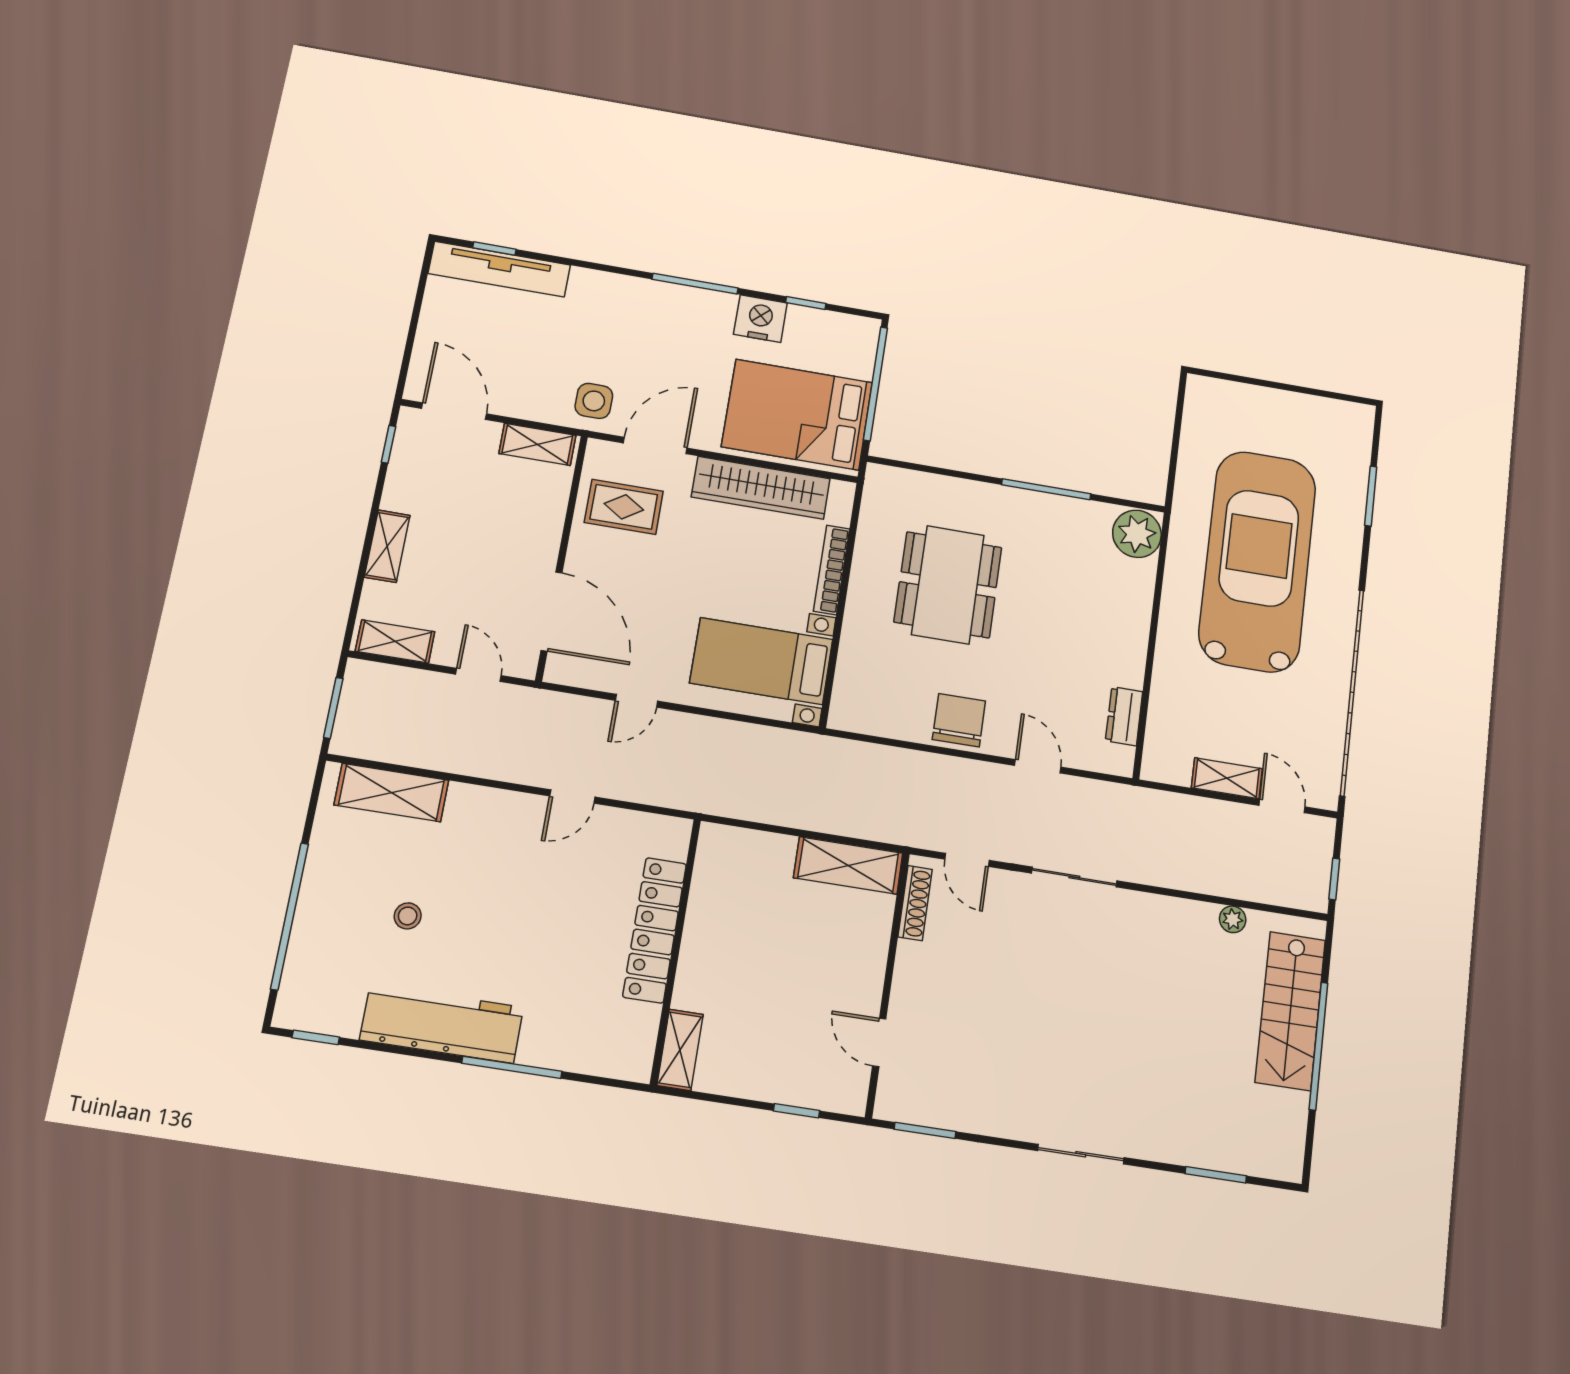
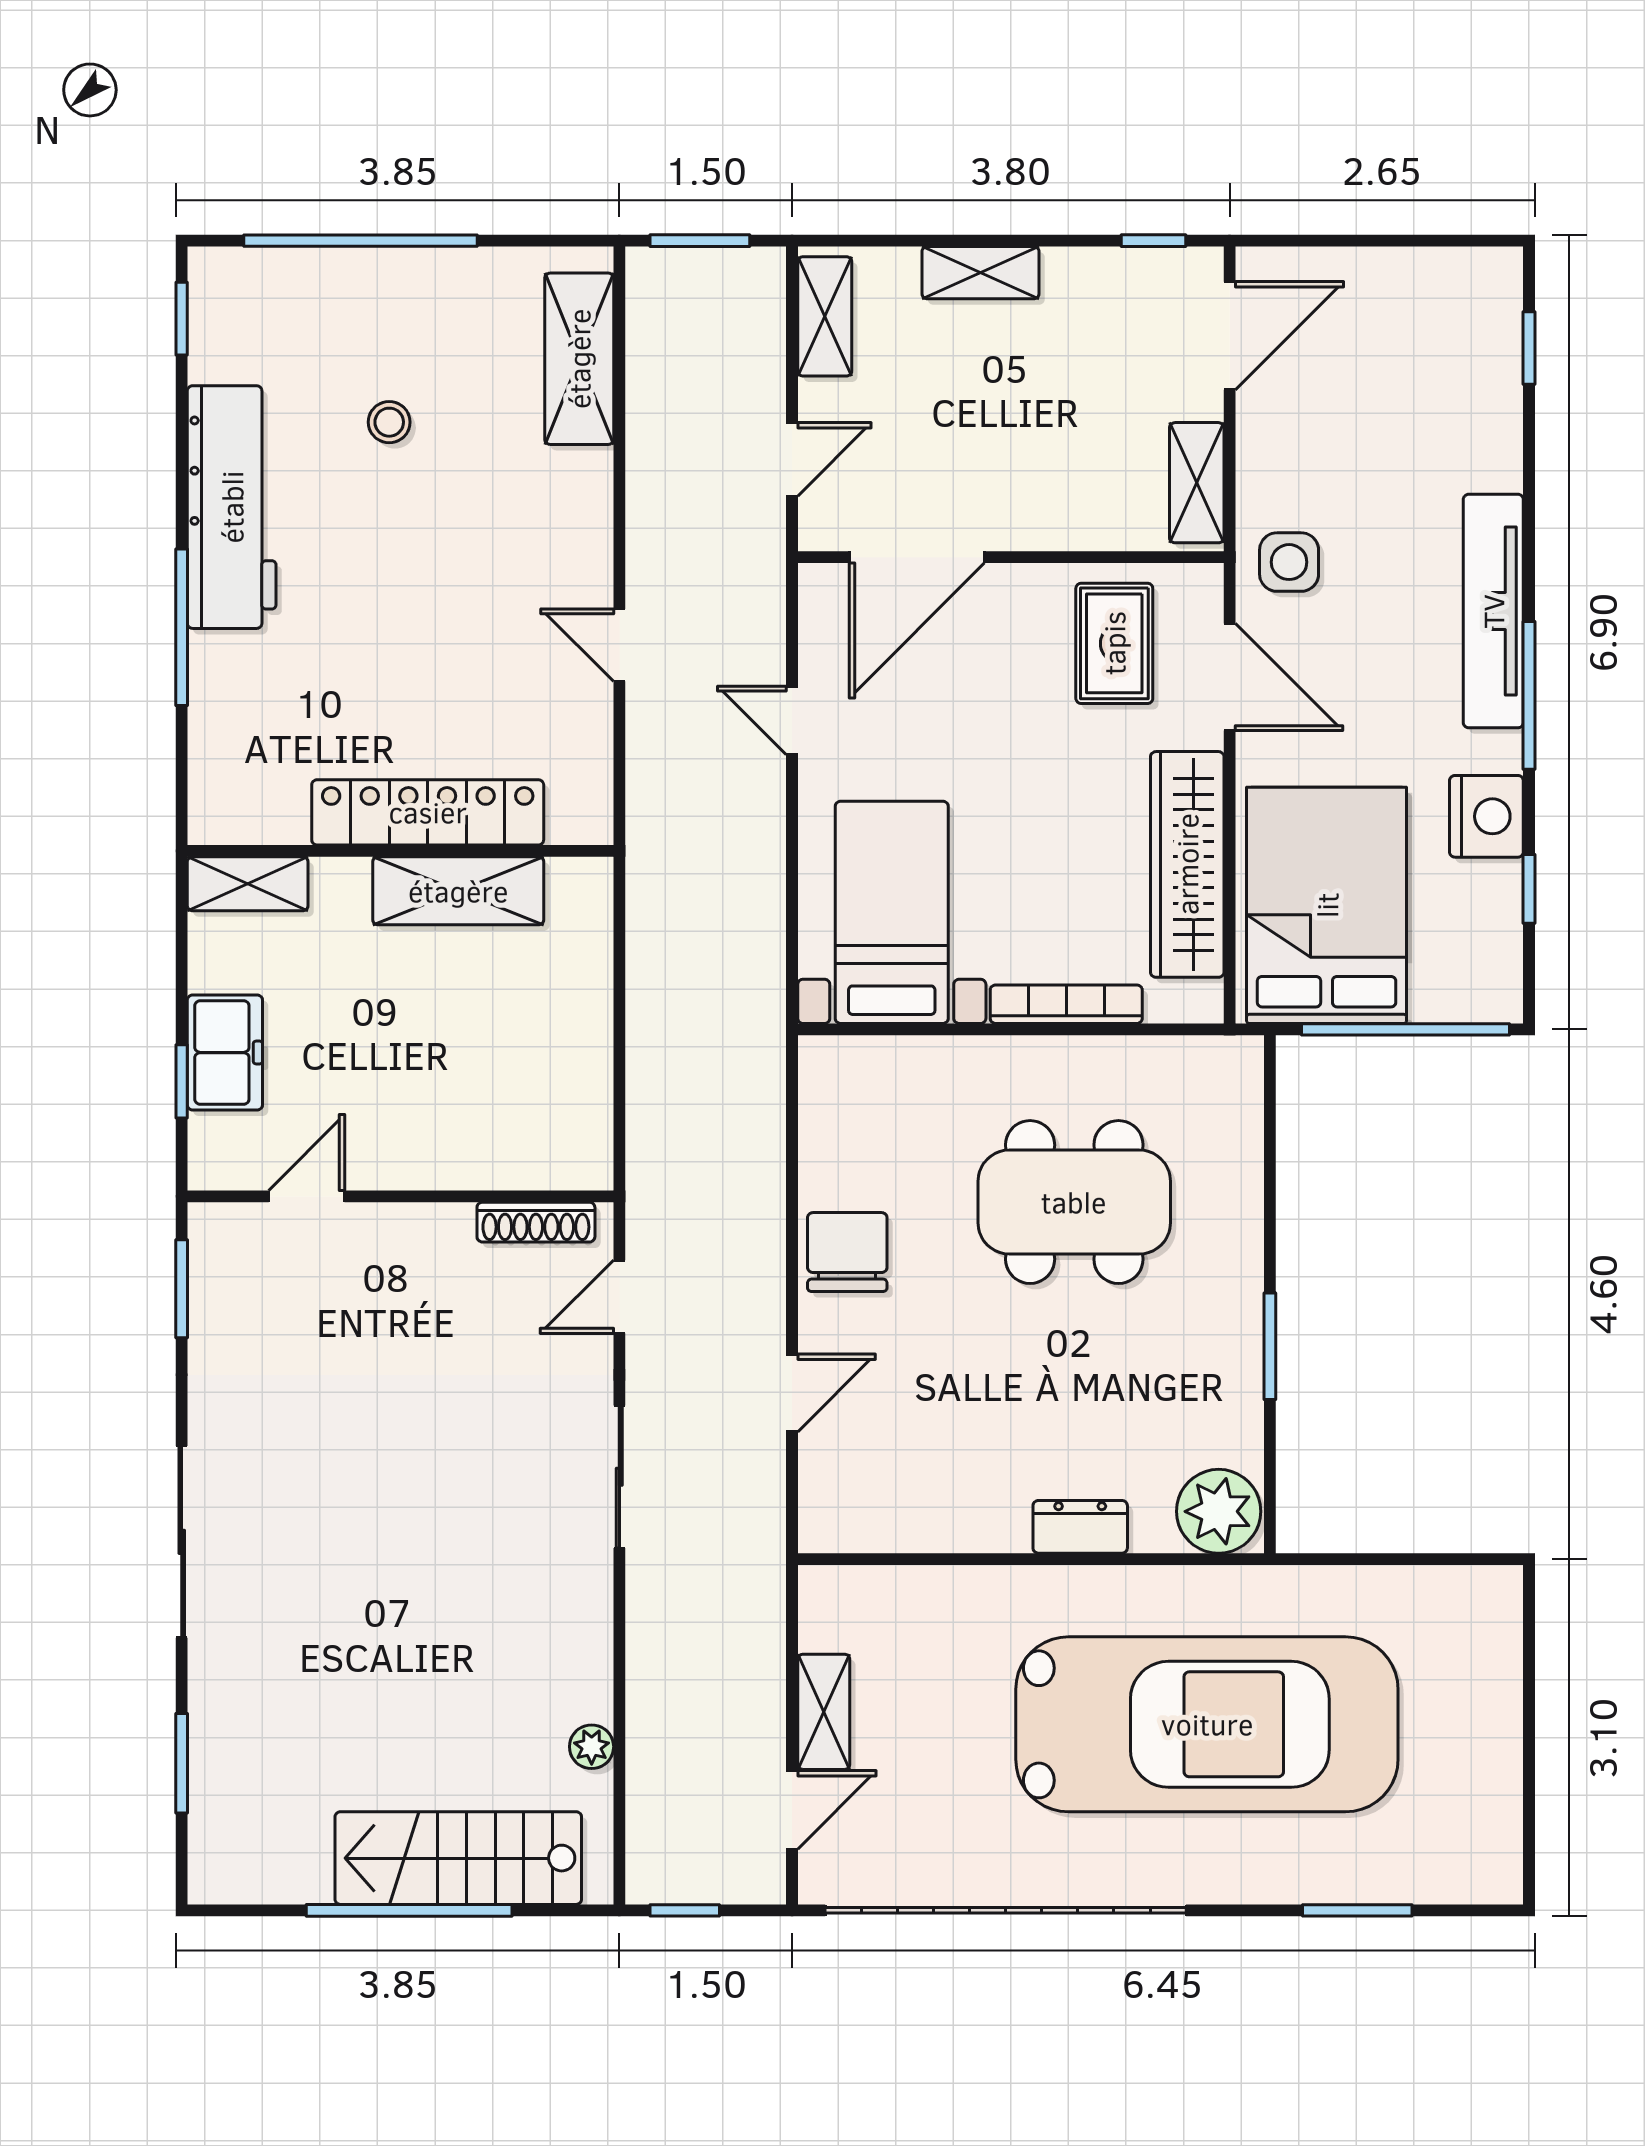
tv unit: (499, 269) -> (1493, 611), moved
window: (1046, 489) -> (1270, 1346), width x0.69
dresser: (1124, 716) -> (1080, 1527), moved
chair: (959, 720) -> (847, 1252), turned -90
shelving: (848, 865) -> (458, 891), moved, turned 90
freezer: (783, 1080) -> (225, 1053), added
sliding door: (1081, 1154) -> (182, 1542), width x1.37

